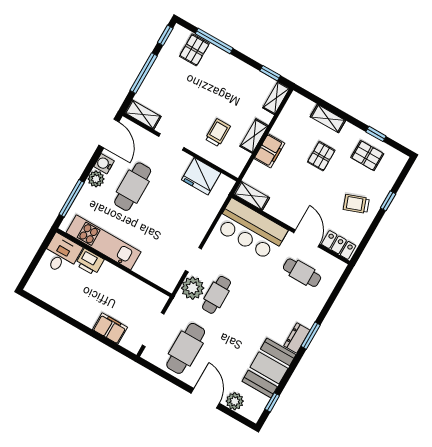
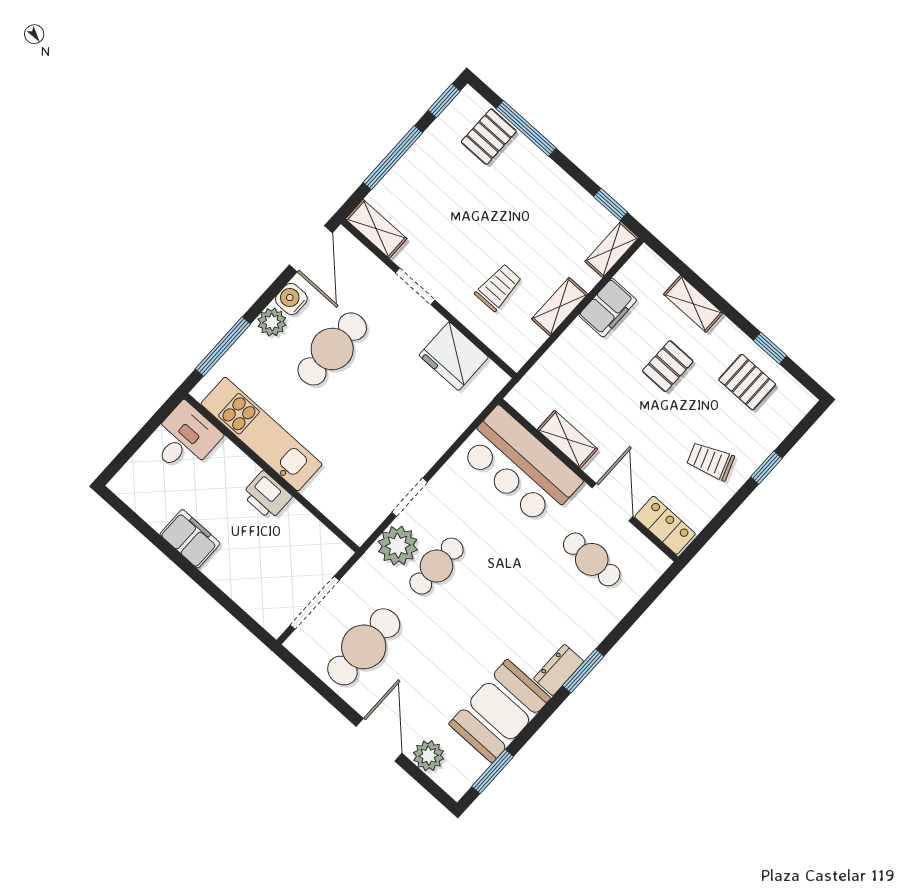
filing cabinet: (269, 151) -> (608, 308), moved
shelving: (252, 196) -> (567, 439), moved
printer: (90, 262) -> (267, 496), moved
filing cabinet: (110, 328) -> (190, 539), moved
window: (272, 402) -> (493, 772), width x1.50

